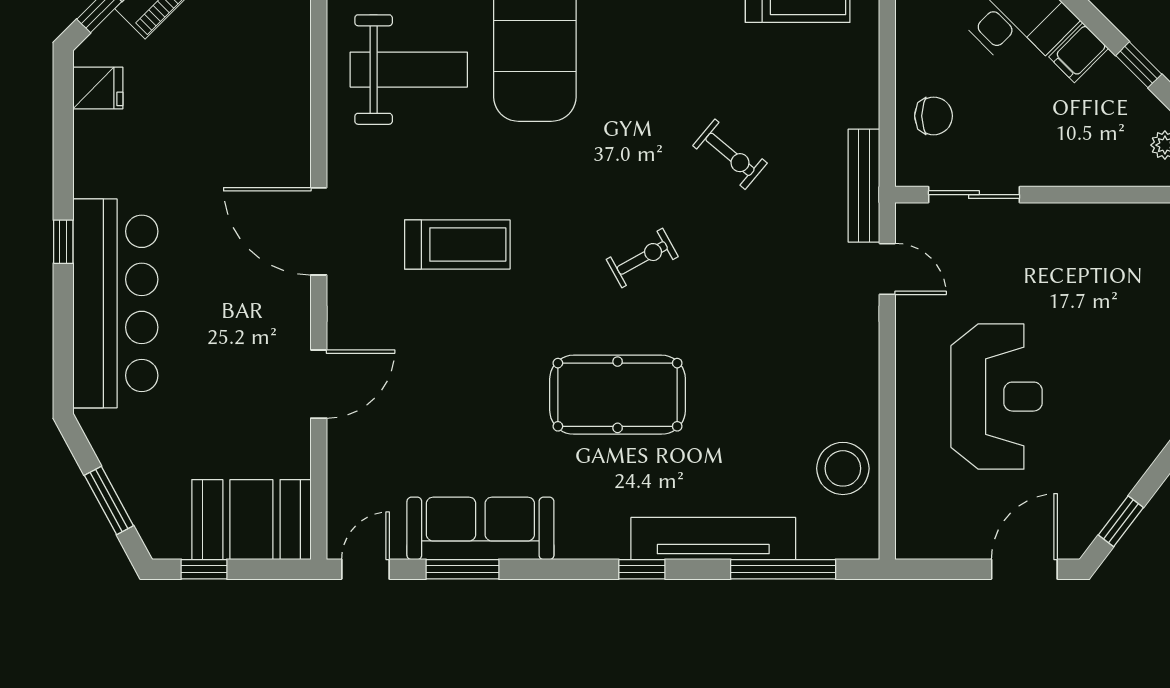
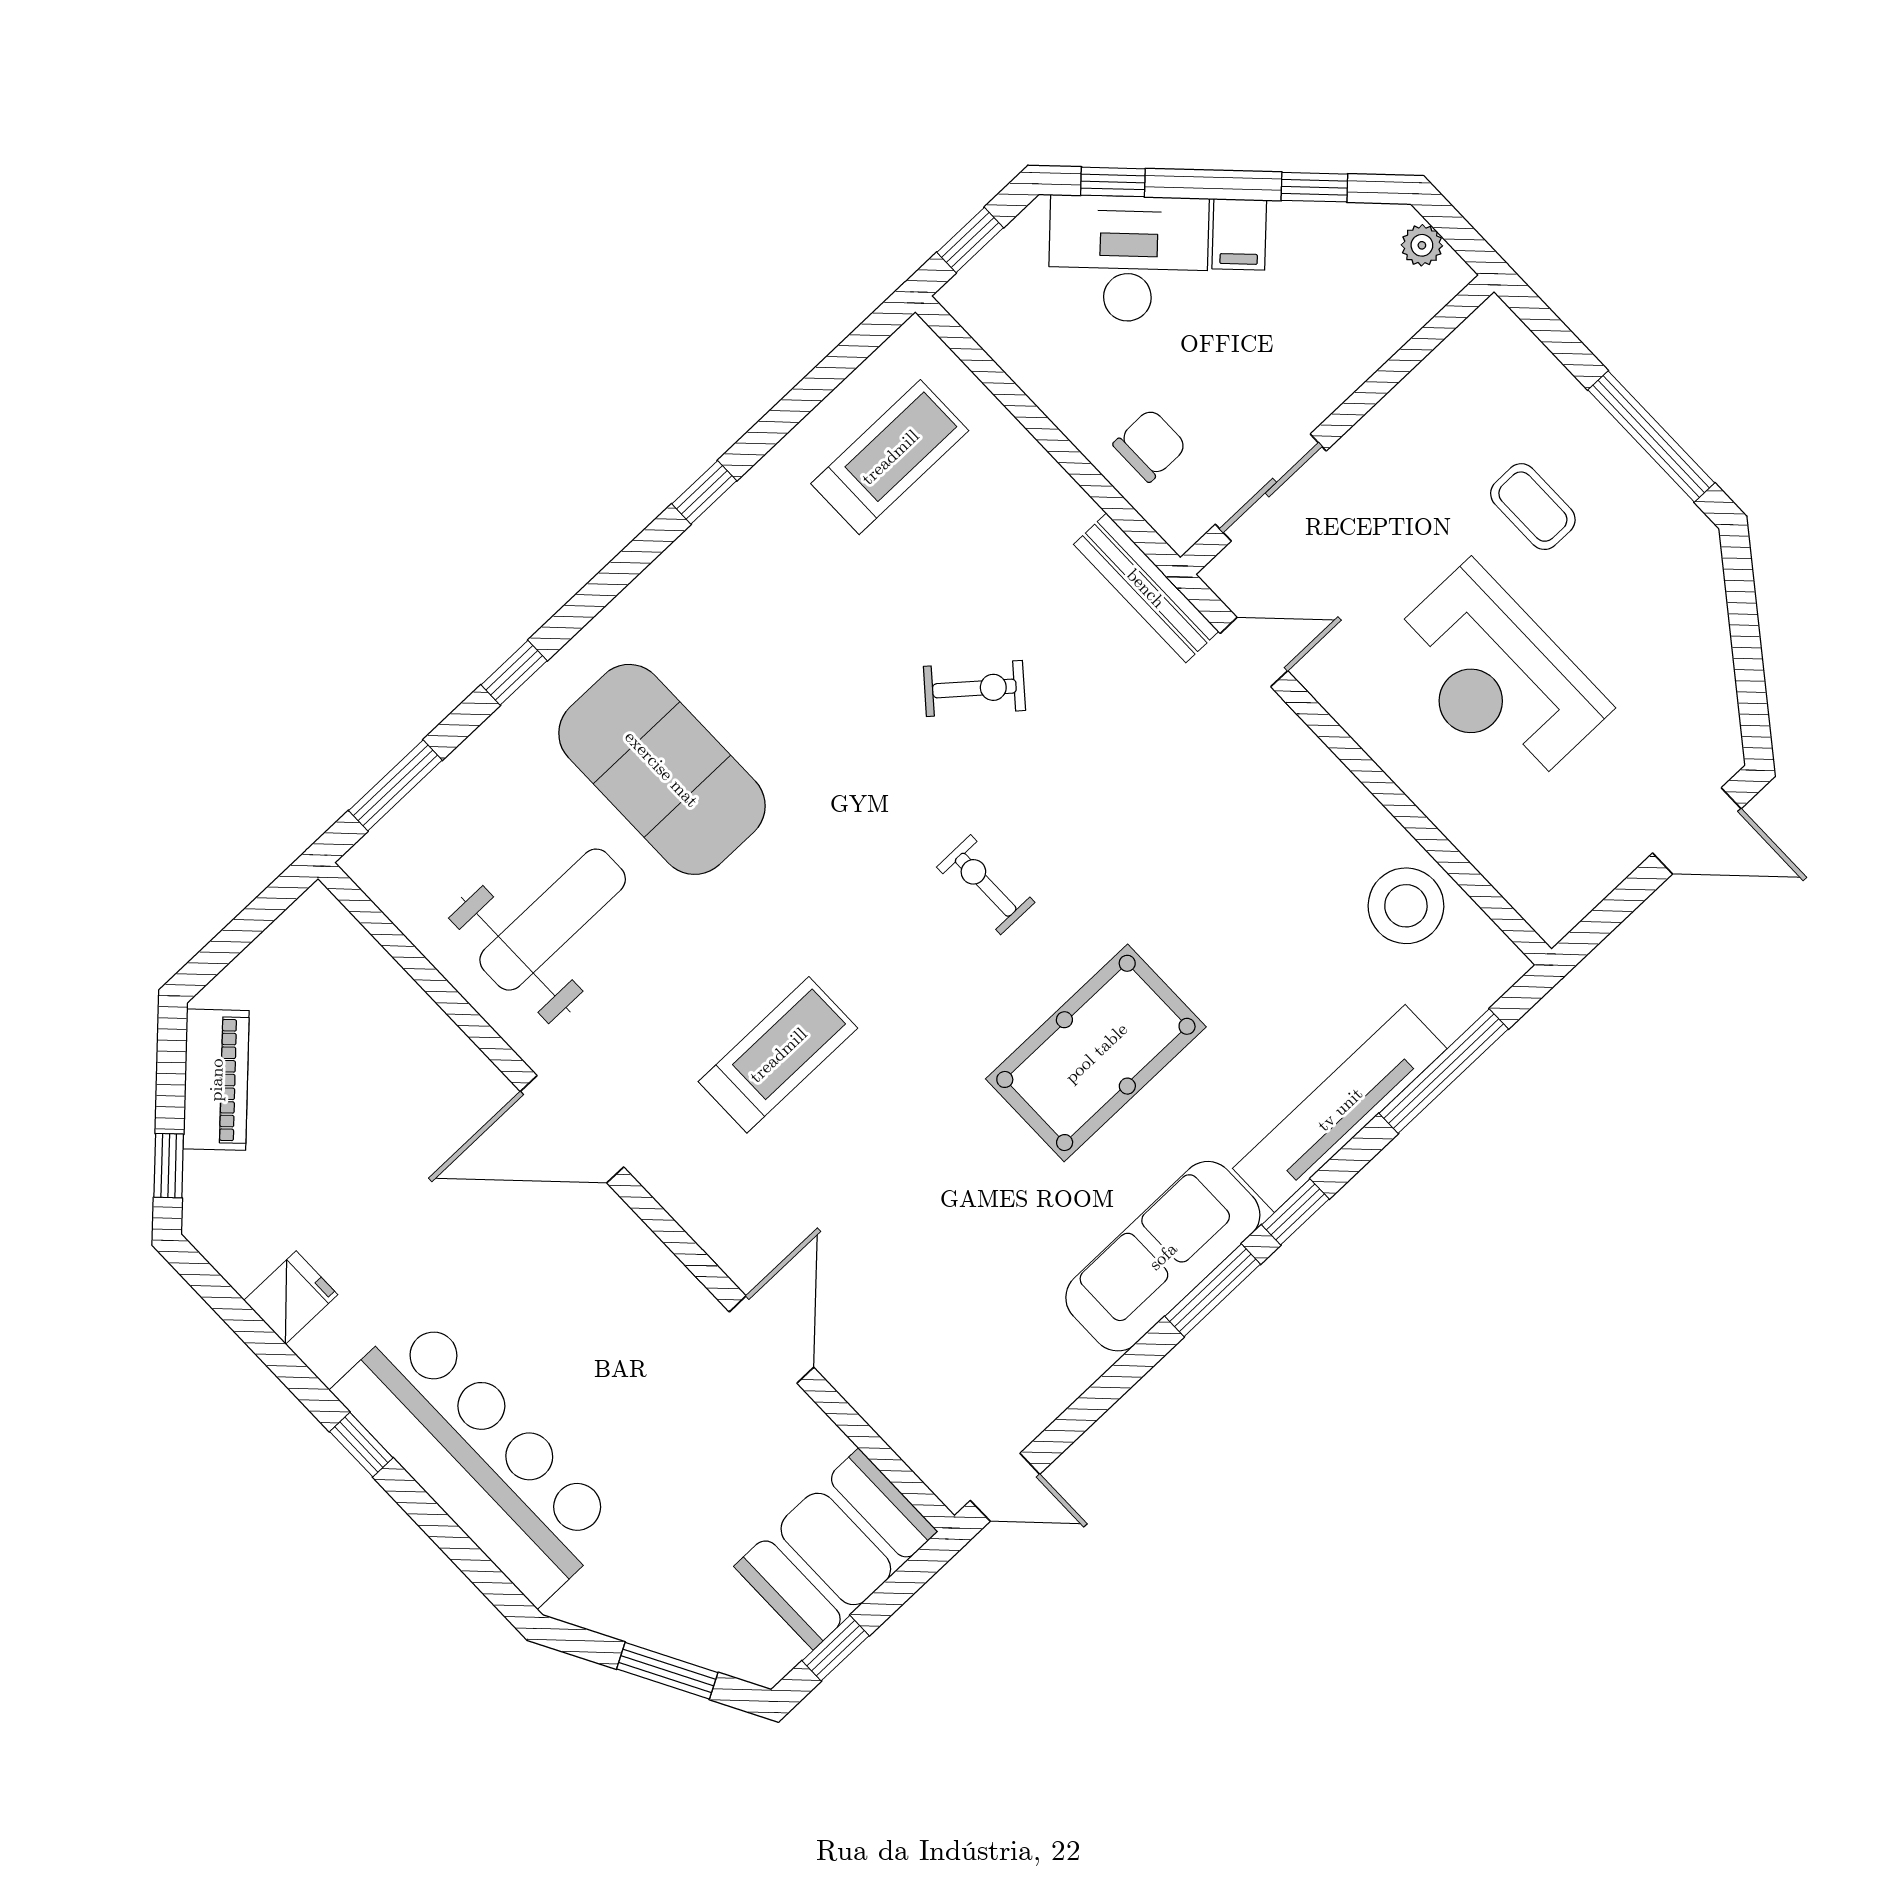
fridge: (98, 88) -> (291, 1298), moved
door: (319, 231) -> (572, 1129), moved
exercise bike: (642, 258) -> (986, 885), turned -61
coffee table: (1096, 329) -> (1533, 507), added
reception desk: (997, 397) -> (1496, 677), turned 180
window: (1121, 521) -> (1751, 684), removed
sofa: (480, 528) -> (1163, 1256), moved
door: (365, 569) -> (1005, 1487), swing flipped
window: (462, 569) -> (1213, 1290), moved
door: (1024, 569) -> (1697, 831), swing flipped

